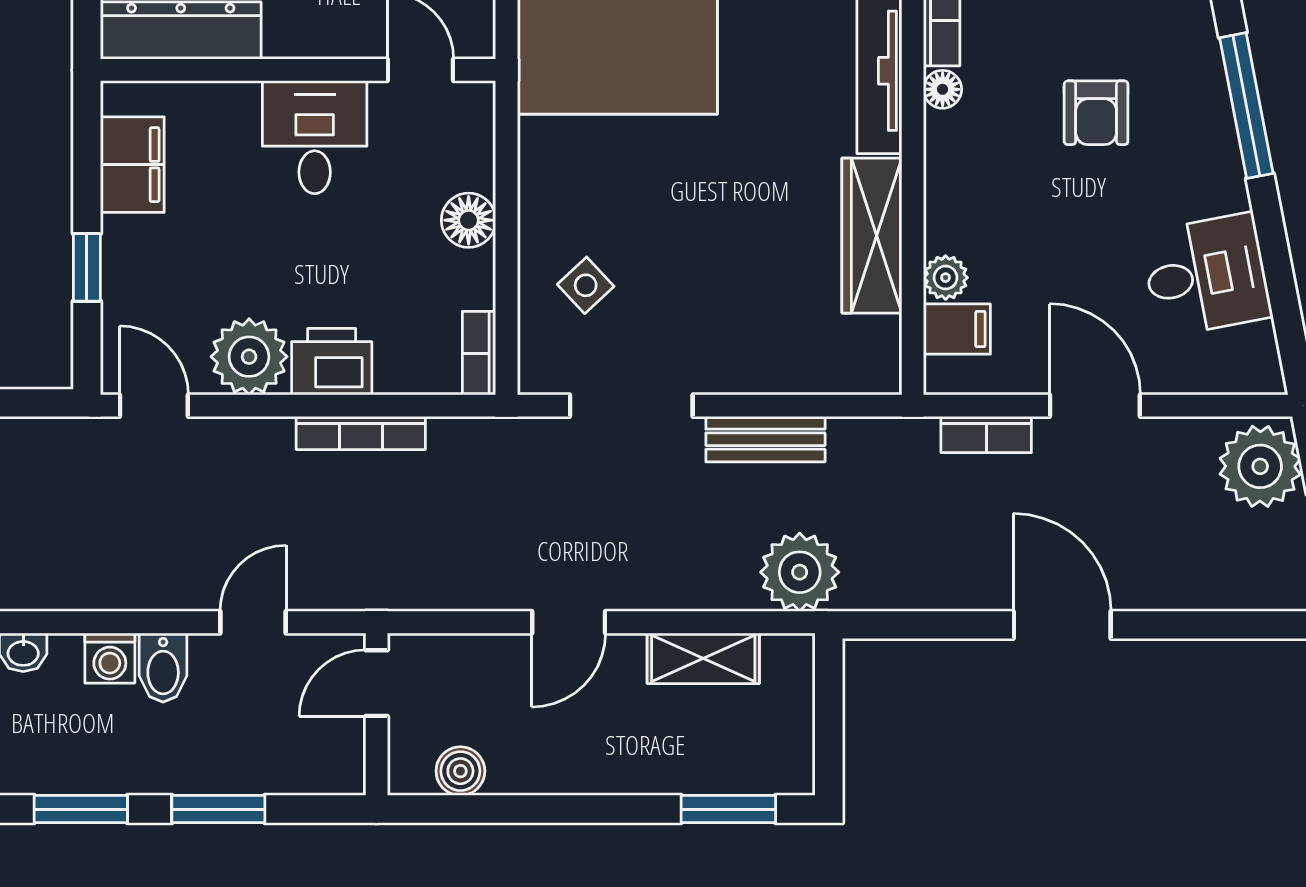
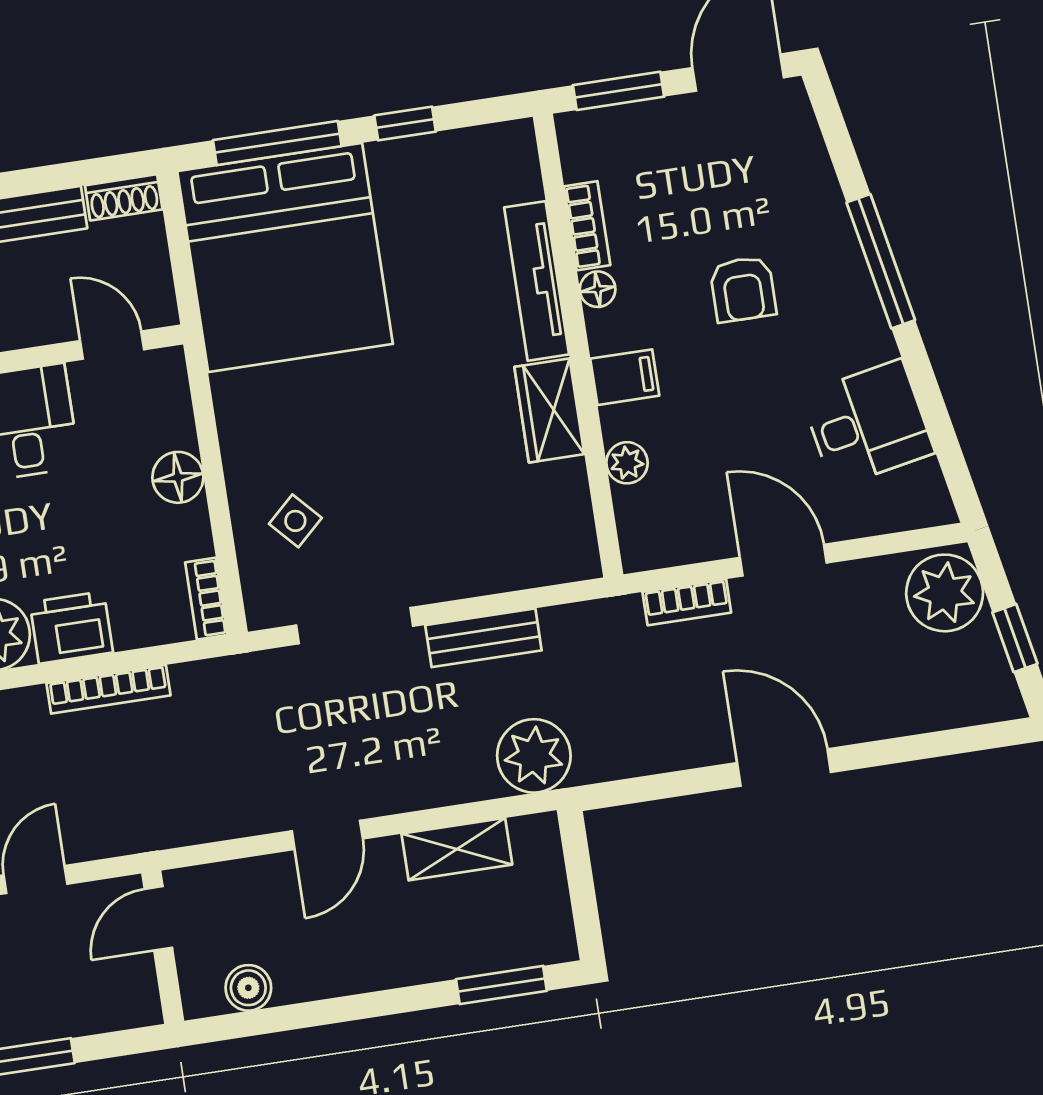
wardrobe: (872, 236) -> (549, 411), width x0.67
filing cabinet: (957, 329) -> (625, 377), moved

